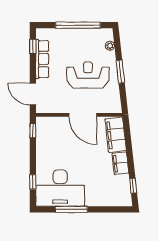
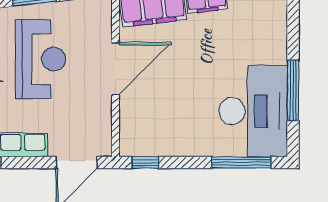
reception desk: (88, 75) -> (41, 59), turned 180
window: (33, 182) -> (241, 163), width x2.17

